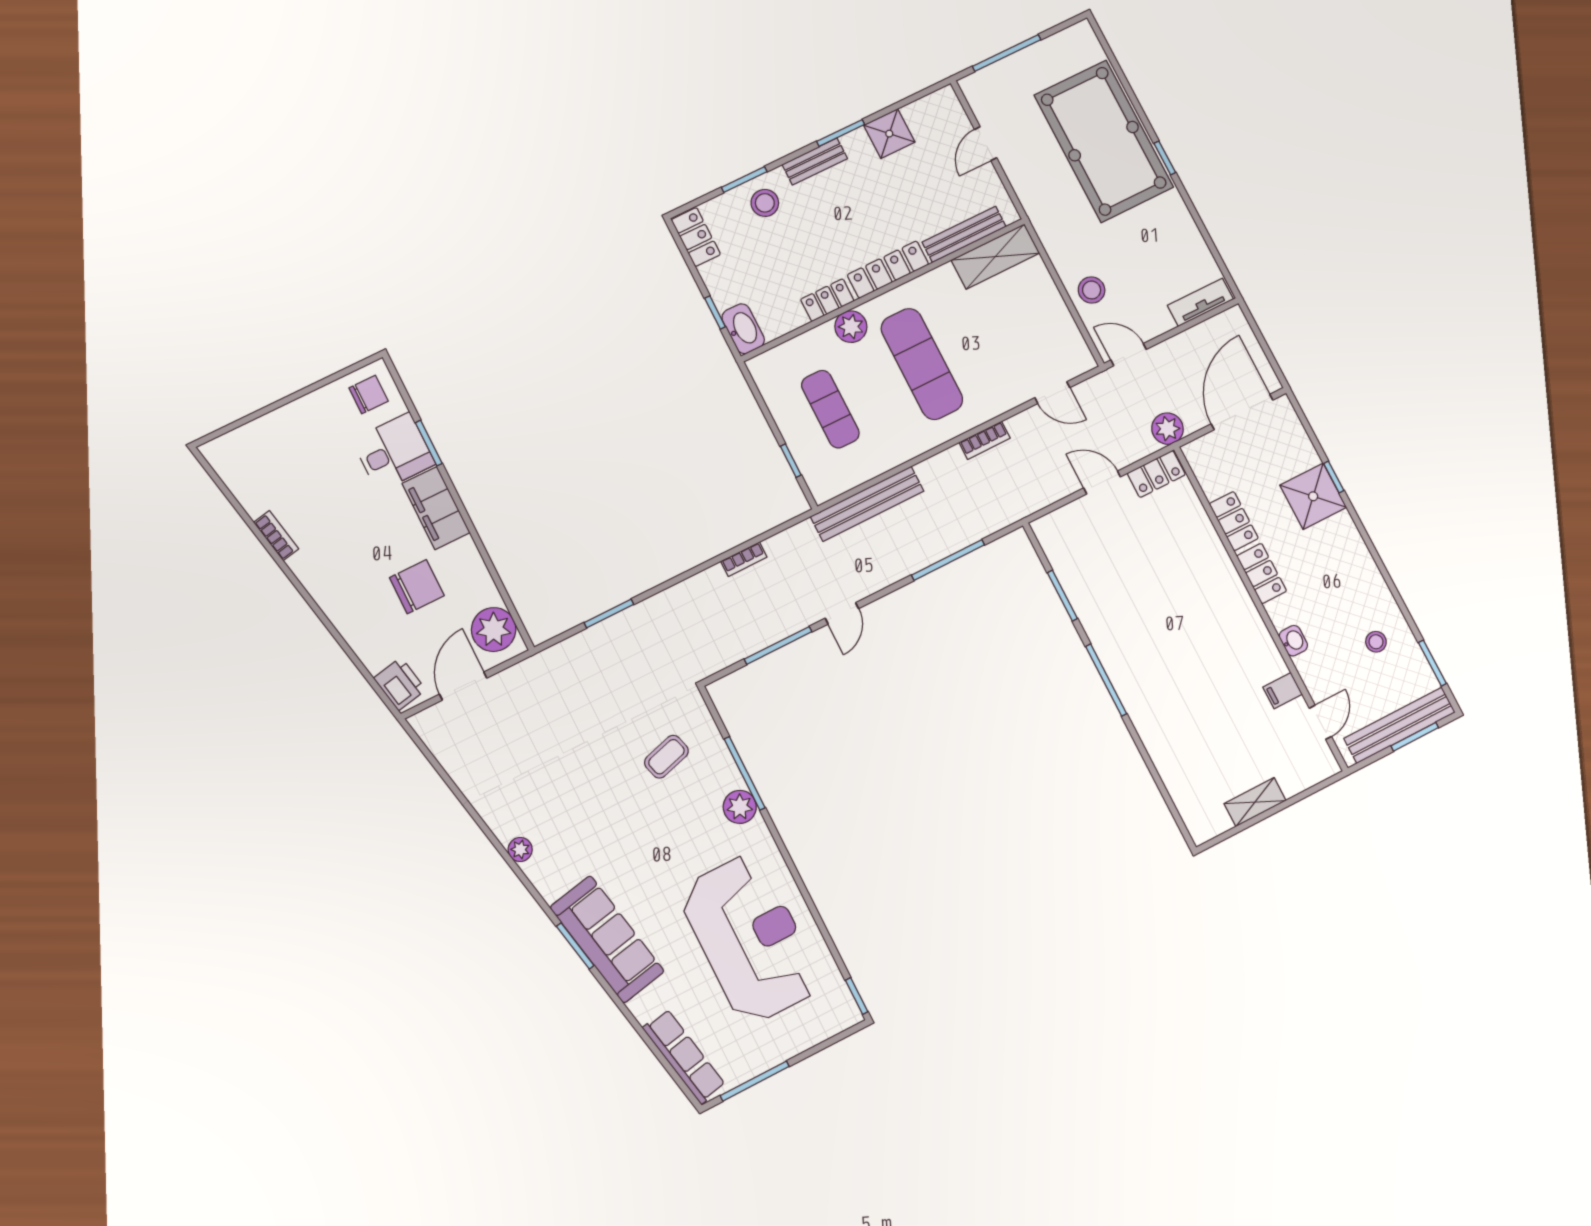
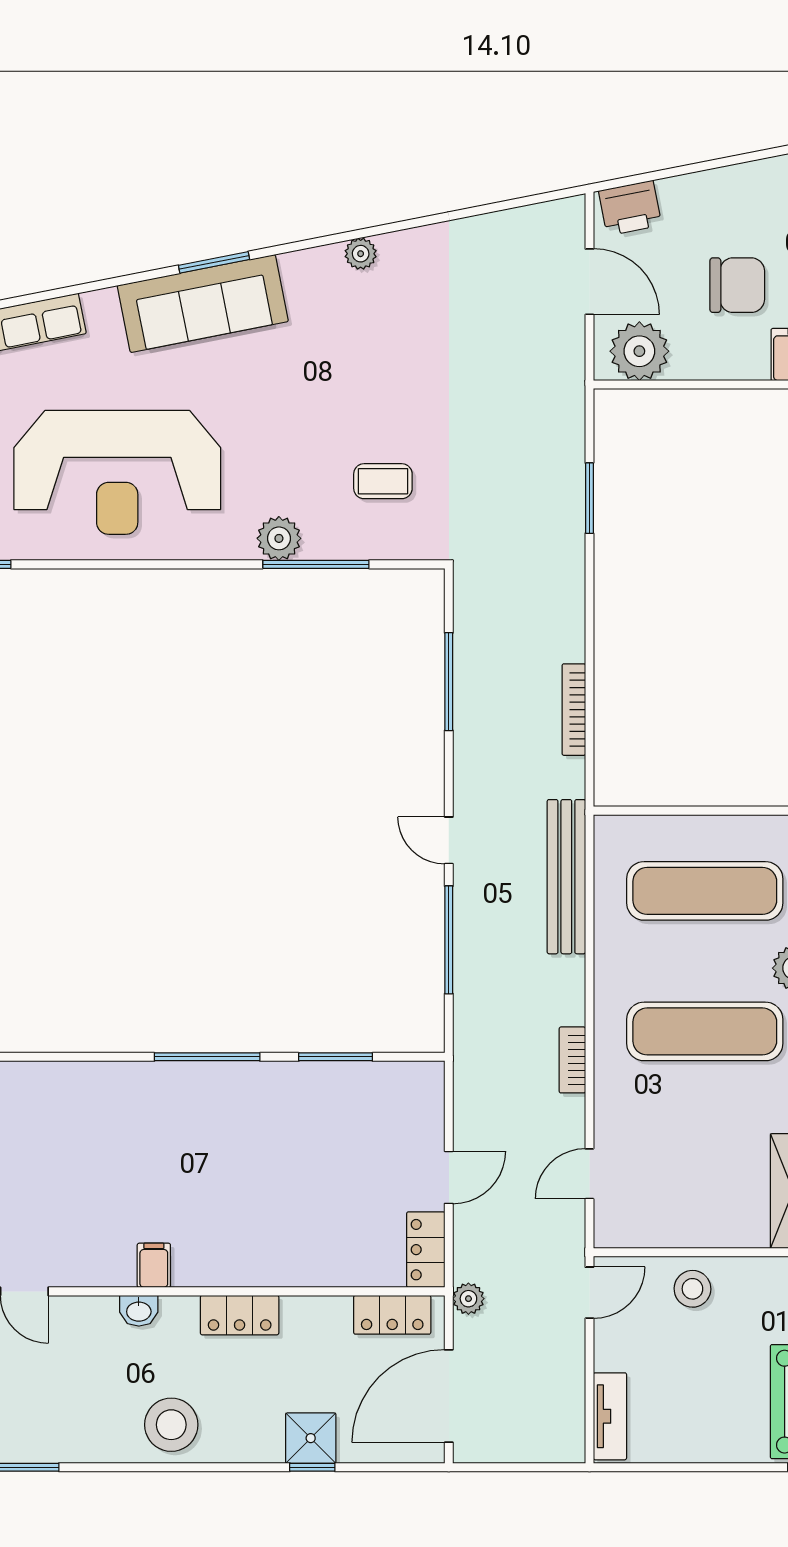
exercise mat: (830, 409) -> (705, 891), width x1.36, depth x1.45
door: (1242, 412) -> (449, 1396), swing flipped
plant: (1167, 429) -> (468, 1299), width x0.73, depth x0.73
window: (791, 461) -> (666, 811), removed
shower: (1313, 496) -> (311, 1438), width x0.73, depth x0.73
locker: (1234, 521) -> (392, 1315), moved
bookcase: (744, 559) -> (574, 710), width x1.56
chair: (417, 587) -> (737, 285), turned -90
door: (842, 613) -> (449, 840), moved
stool: (1376, 642) -> (171, 1425), moved, width x1.89, depth x1.89
filing cabinet: (1283, 691) -> (154, 1265), moved
coffee table: (666, 757) -> (383, 481), turned -74

